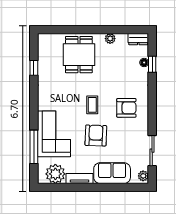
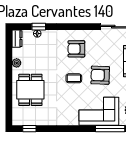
dining table: (79, 55) -> (30, 90), turned 90
window: (34, 68) -> (29, 129), moved
armchair: (126, 108) -> (76, 49), turned -90

